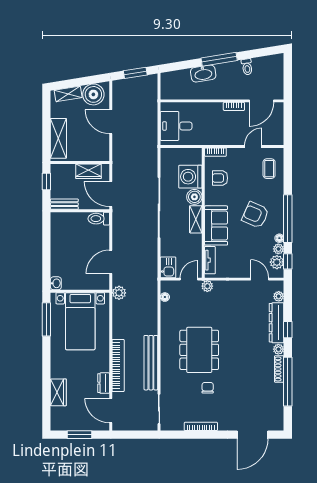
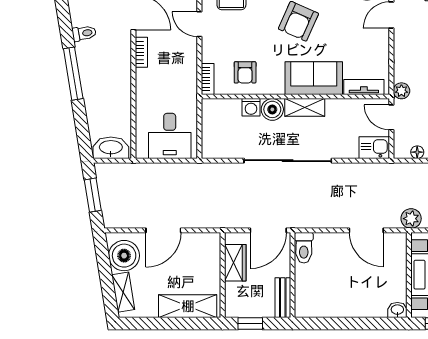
washbasin: (203, 73) -> (111, 148), moved, turned -81
washing machine: (190, 177) -> (251, 107), width x0.53, depth x0.53

